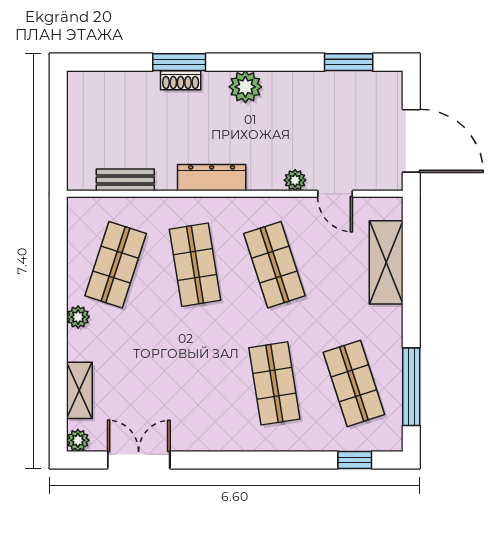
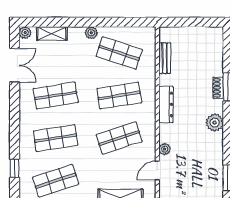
shop shelf: (195, 383) -> (56, 95), added
window: (355, 460) -> (15, 168), moved

